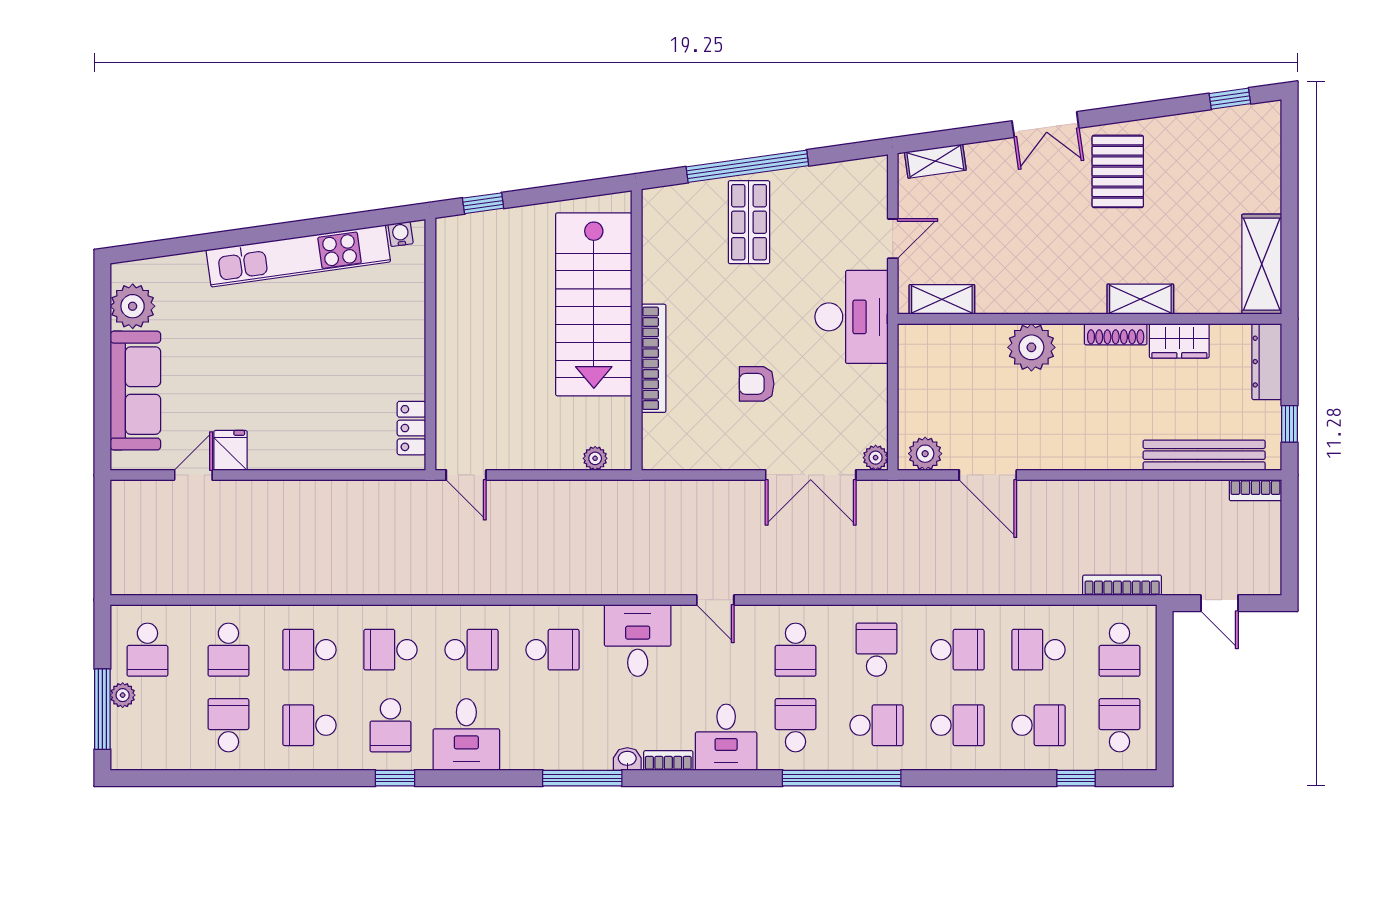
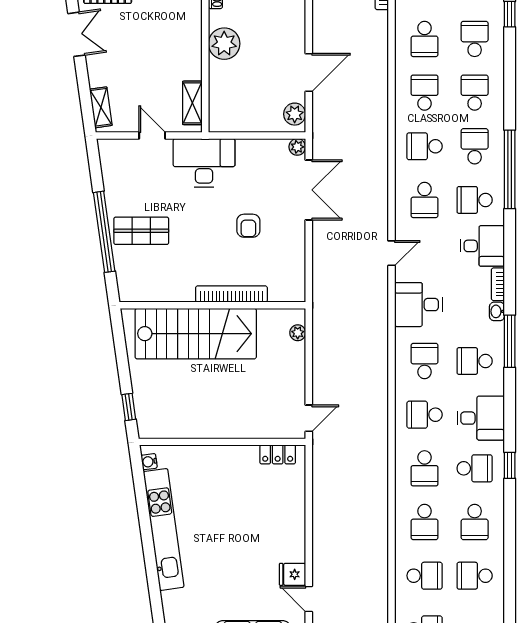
school desk: (471, 650) -> (425, 415), turned -90
school desk: (795, 650) -> (425, 200), turned 90
school desk: (552, 725) -> (475, 361), added

